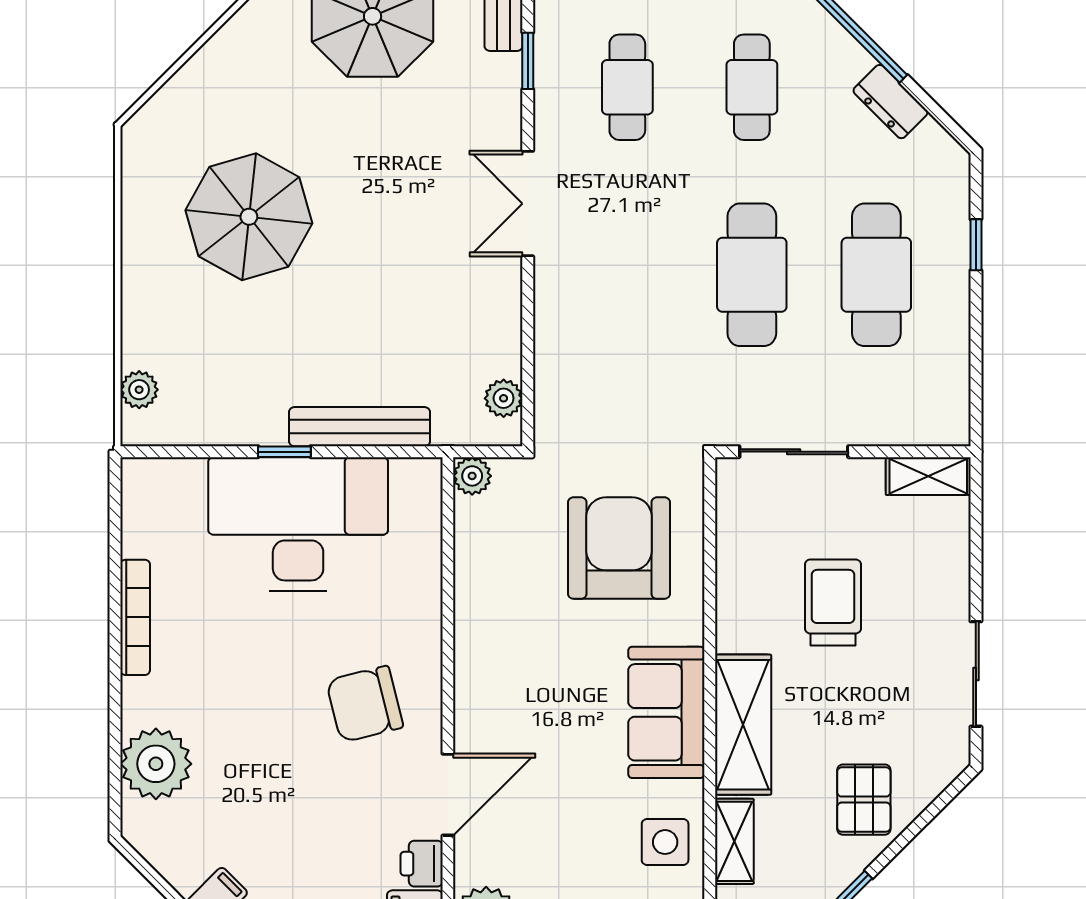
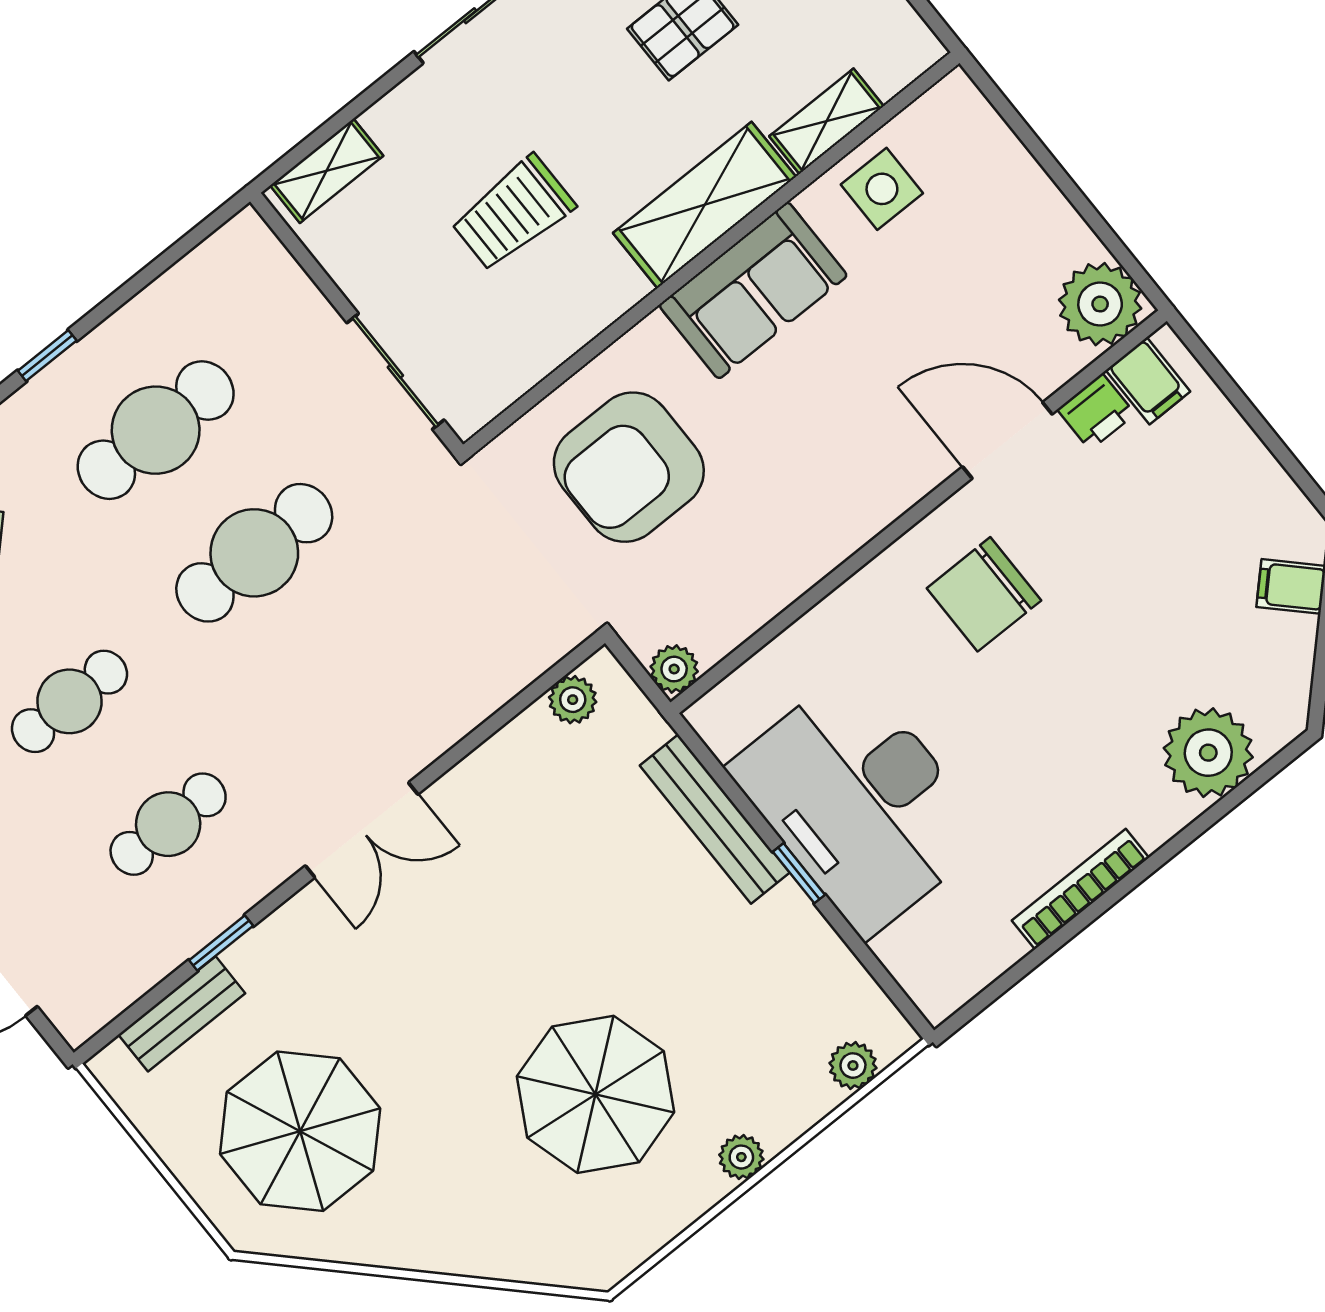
plant: (138, 276) -> (741, 1157), added
shelving: (928, 476) -> (327, 171), moved, turned 90
chair: (365, 704) -> (984, 594), turned 104

